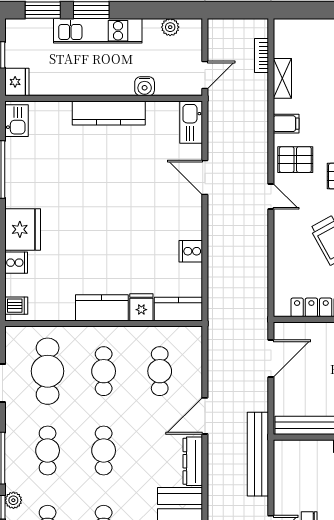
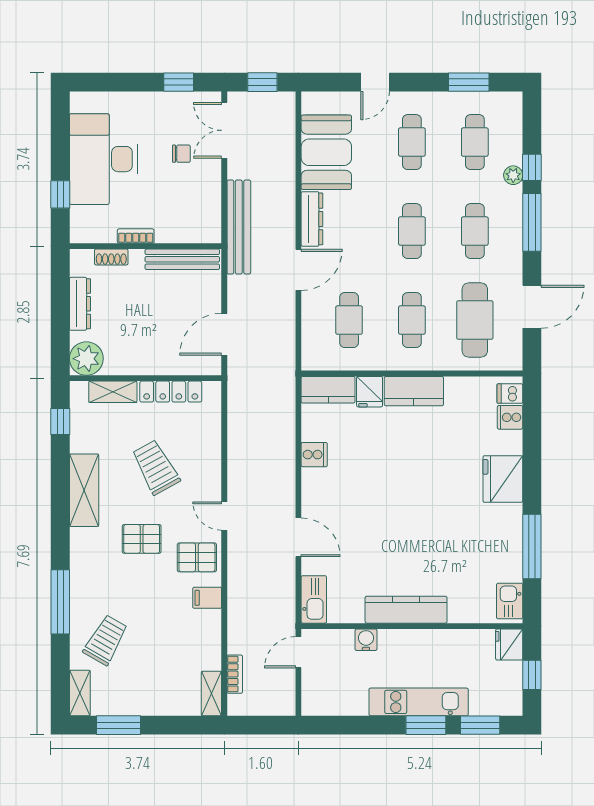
plant: (170, 27) -> (337, 706), removed
shelving: (282, 78) -> (211, 694), moved
cooker: (16, 263) -> (510, 417), moved

